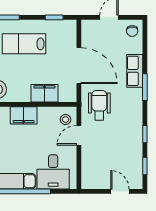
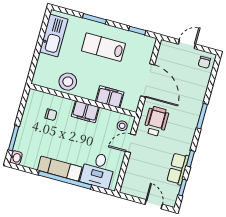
row of seats: (135, 71) -> (178, 169), moved

